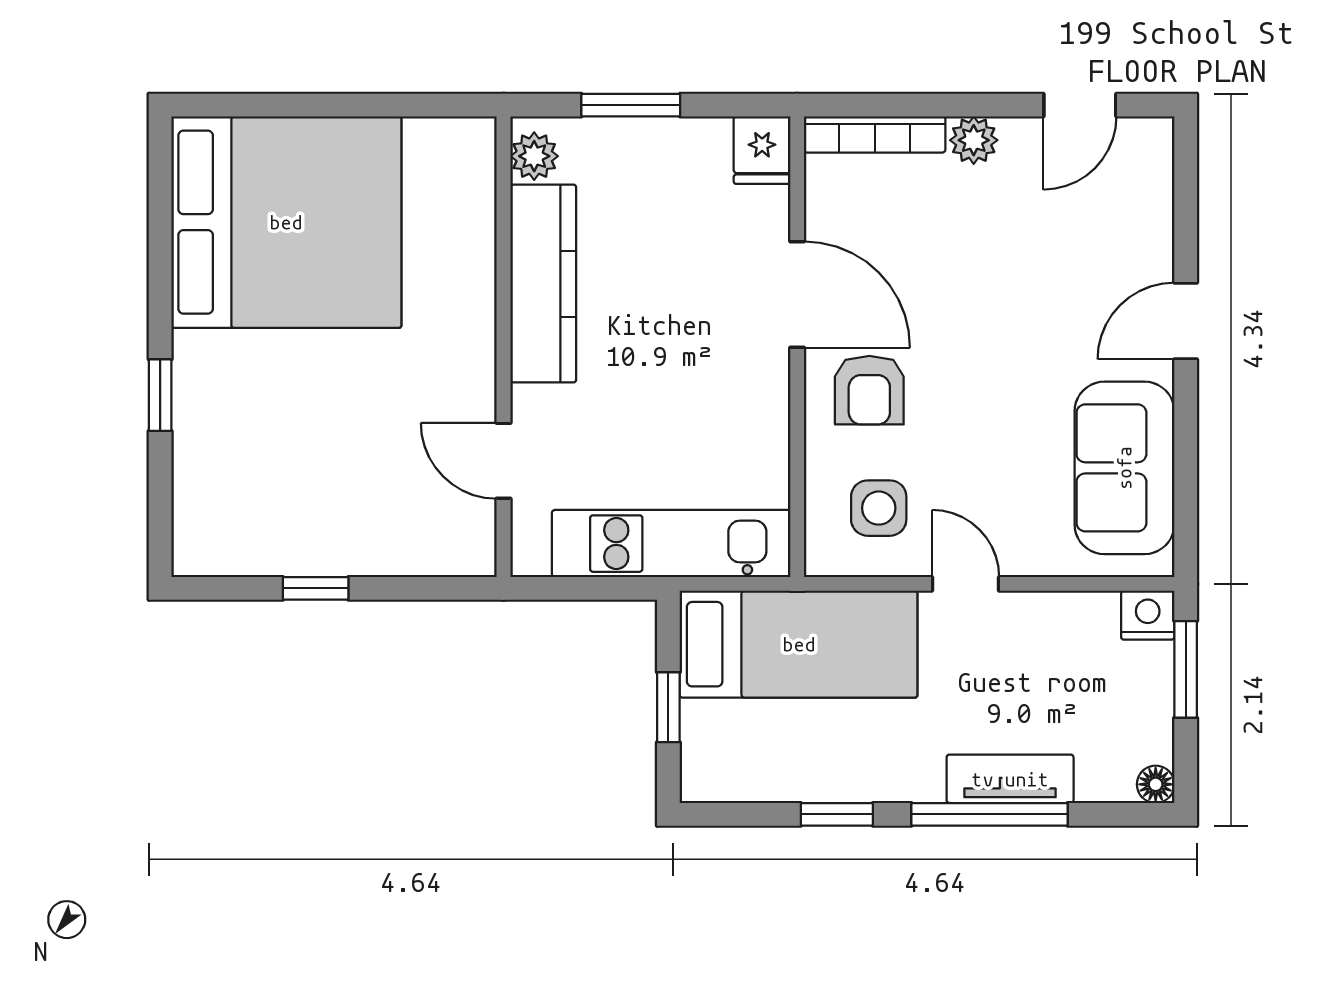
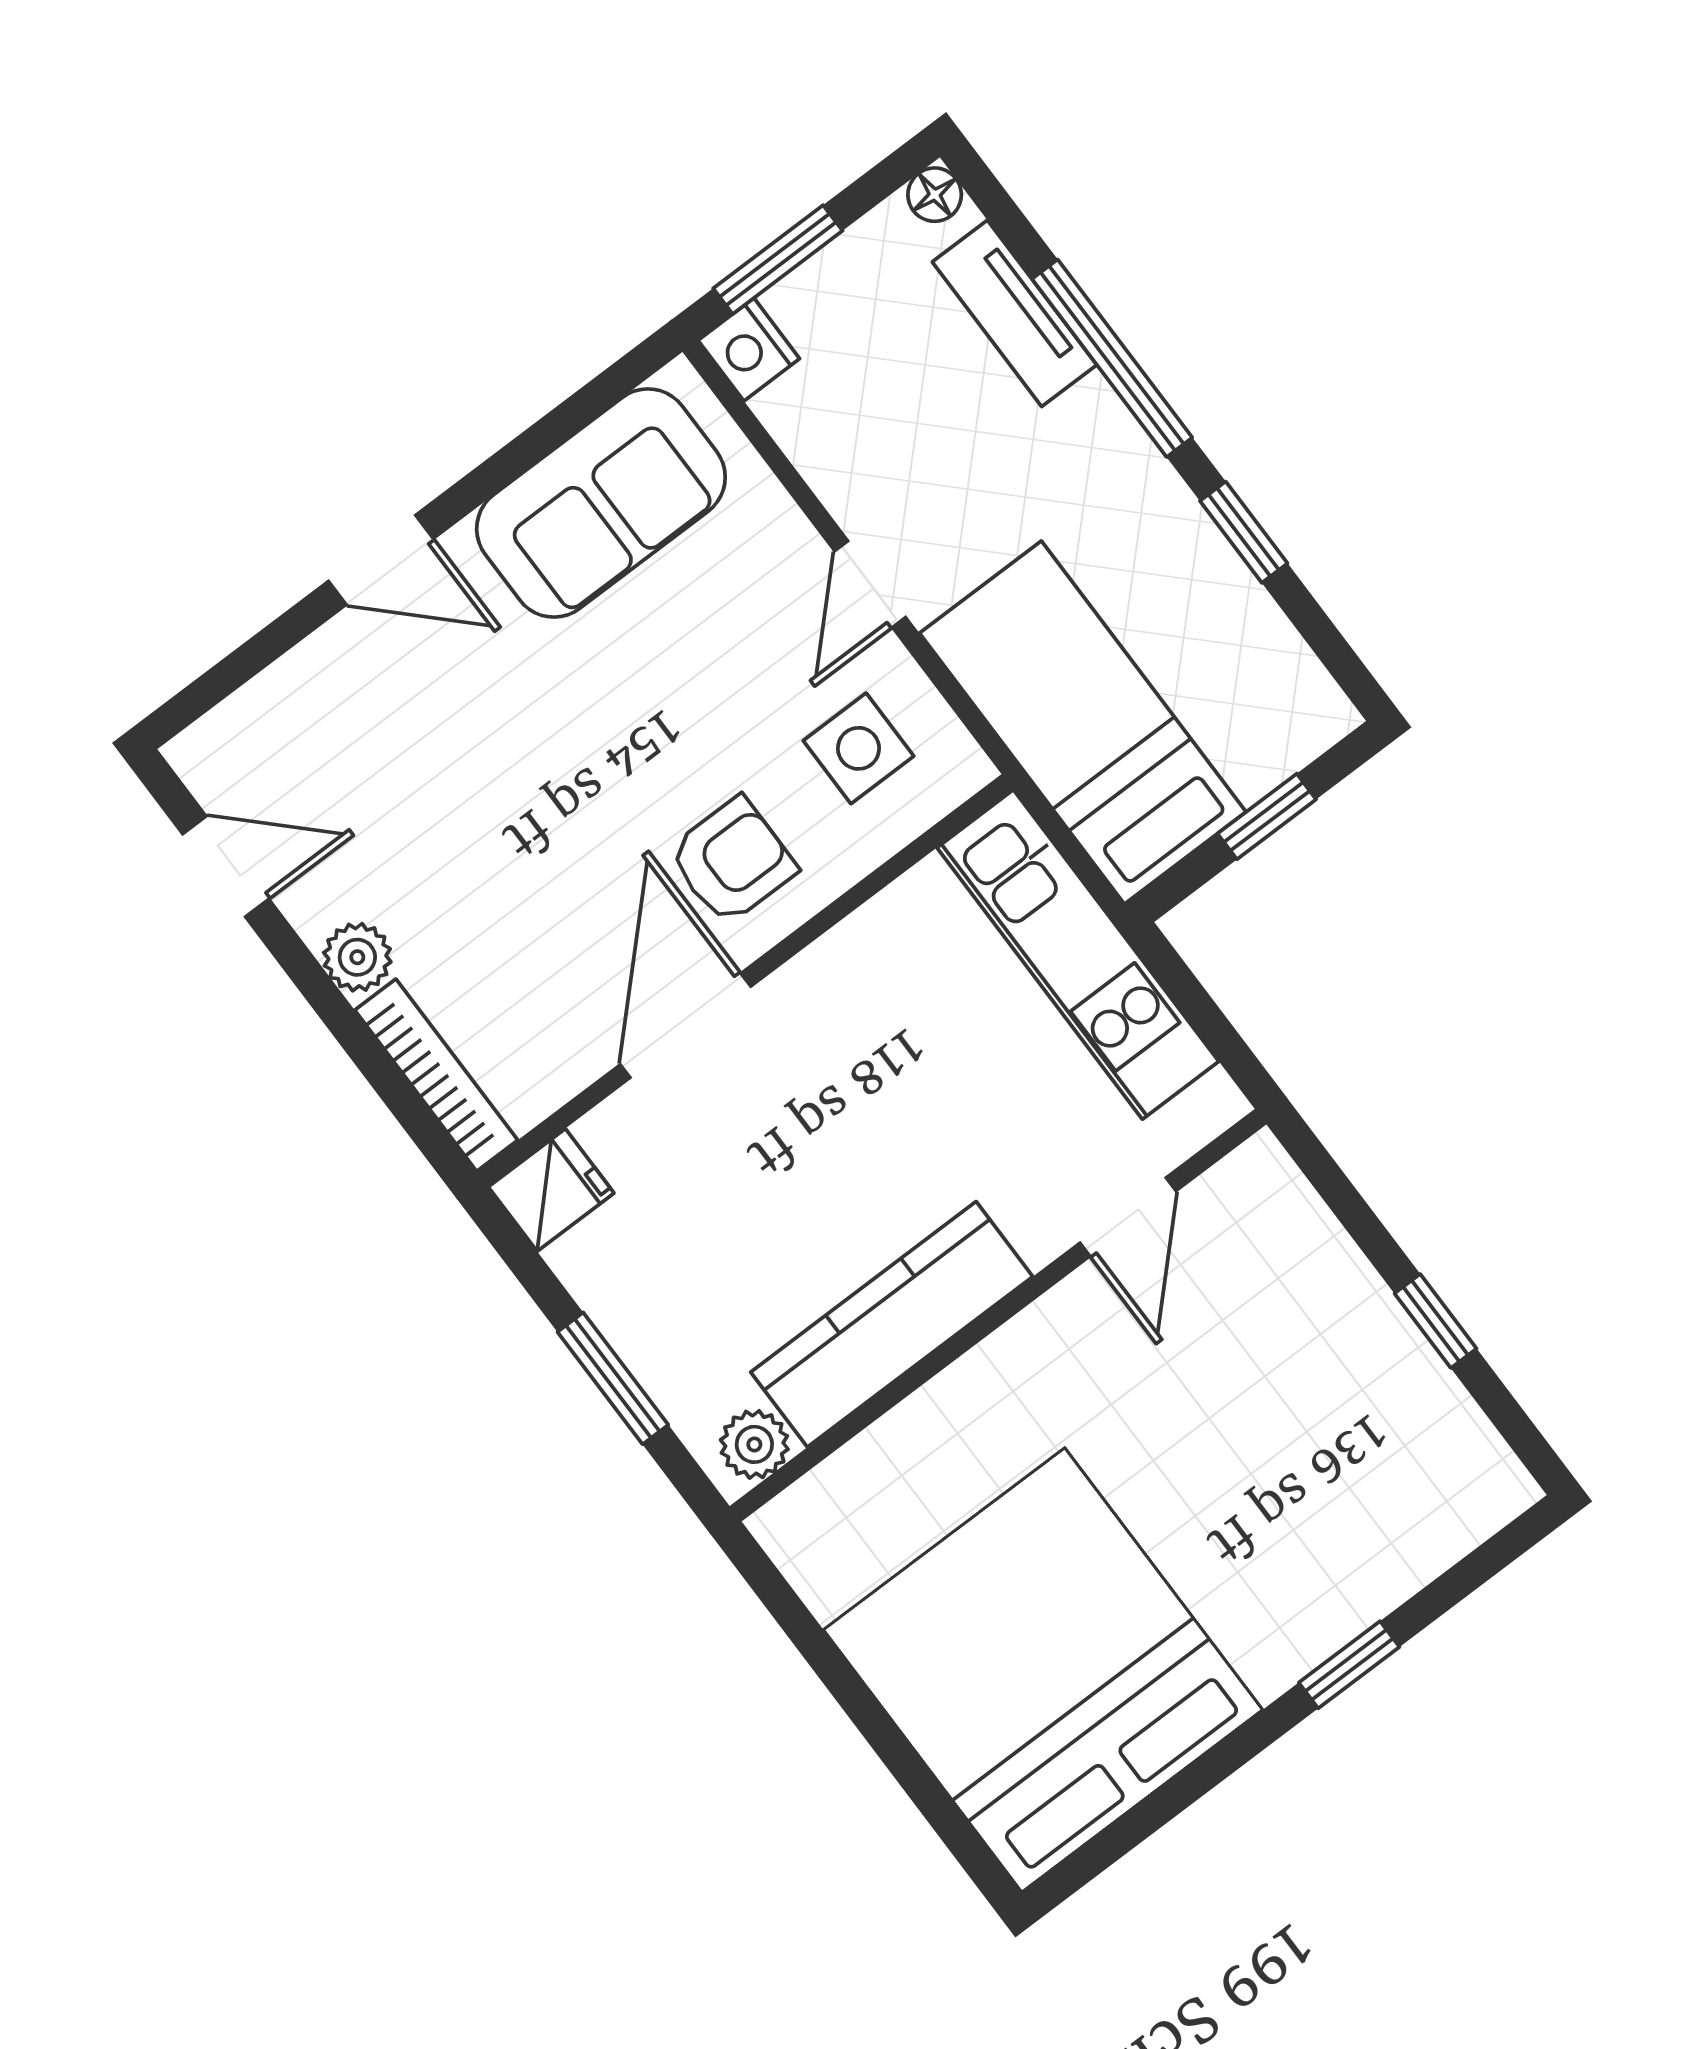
tv unit: (1010, 779) -> (1015, 313), moved

